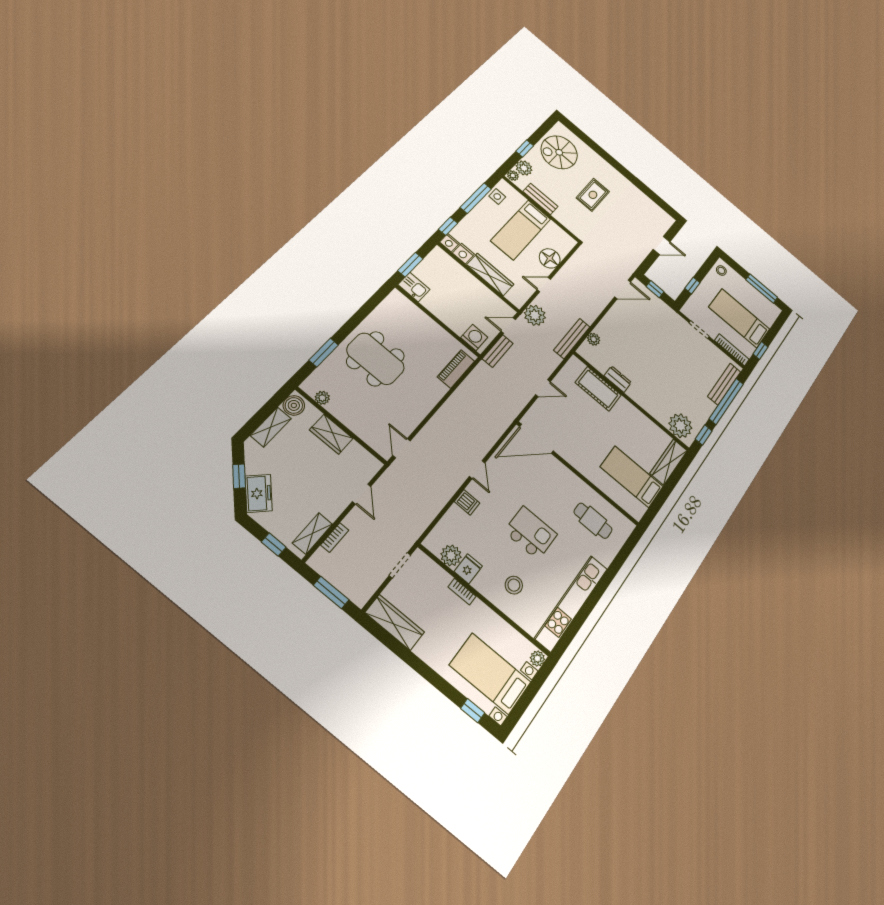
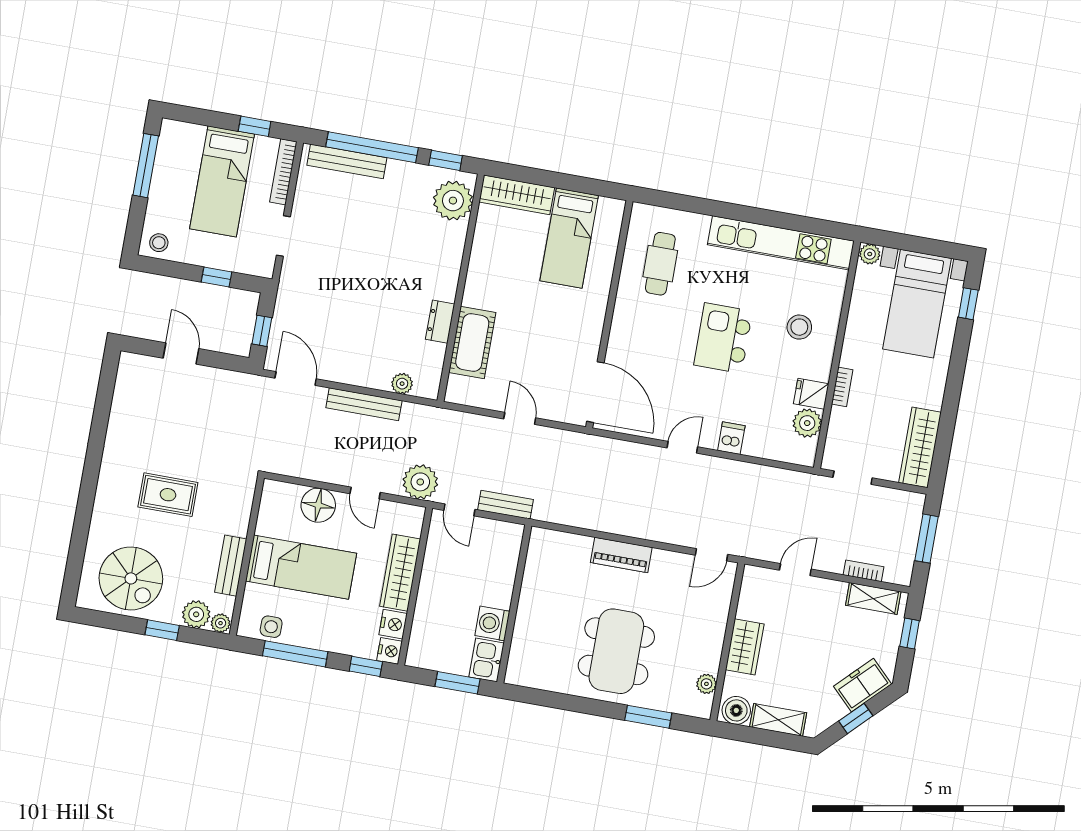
washing machine: (474, 337) -> (492, 623), moved
bench: (572, 338) -> (364, 404), moved
piano: (456, 369) -> (621, 555), moved

